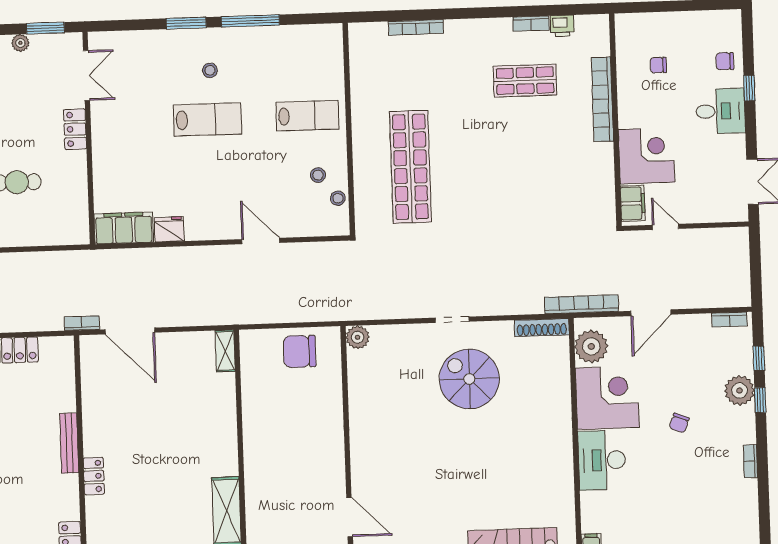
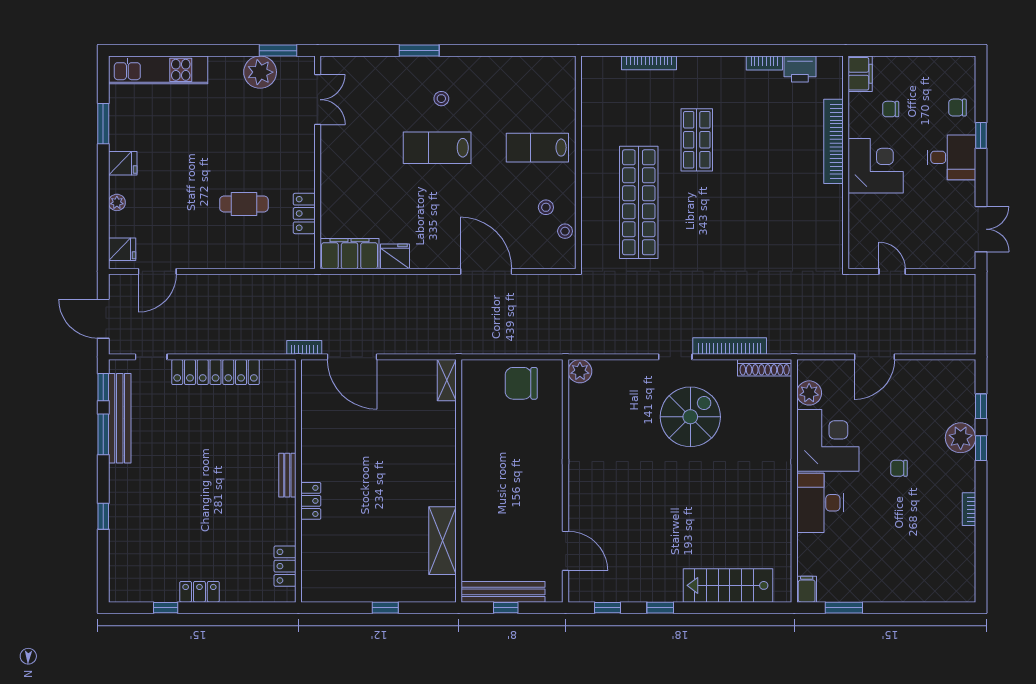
window: (250, 21) -> (484, 51), removed
printer: (562, 26) -> (800, 69), width x1.36, depth x1.24
plant: (20, 43) -> (260, 72), width x1.87, depth x1.87
shop shelf: (525, 81) -> (697, 140), moved, turned 90
lab bench: (308, 116) -> (537, 148), turned 180
lab bench: (207, 119) -> (437, 148), turned 180
locker: (75, 129) -> (304, 213), moved
corner desk: (647, 156) -> (876, 166), moved
filing cabinet: (633, 203) -> (860, 74), moved
door: (261, 241) -> (486, 271), width x1.36
bookcase: (581, 304) -> (730, 346), moved
bookcase: (729, 320) -> (953, 366), removed
plant: (591, 346) -> (809, 393), width x0.73, depth x0.73
spiral stairs: (469, 379) -> (690, 417), turned 90
chair: (679, 423) -> (899, 468), turned 69
bench: (69, 443) -> (287, 475), width x0.73

